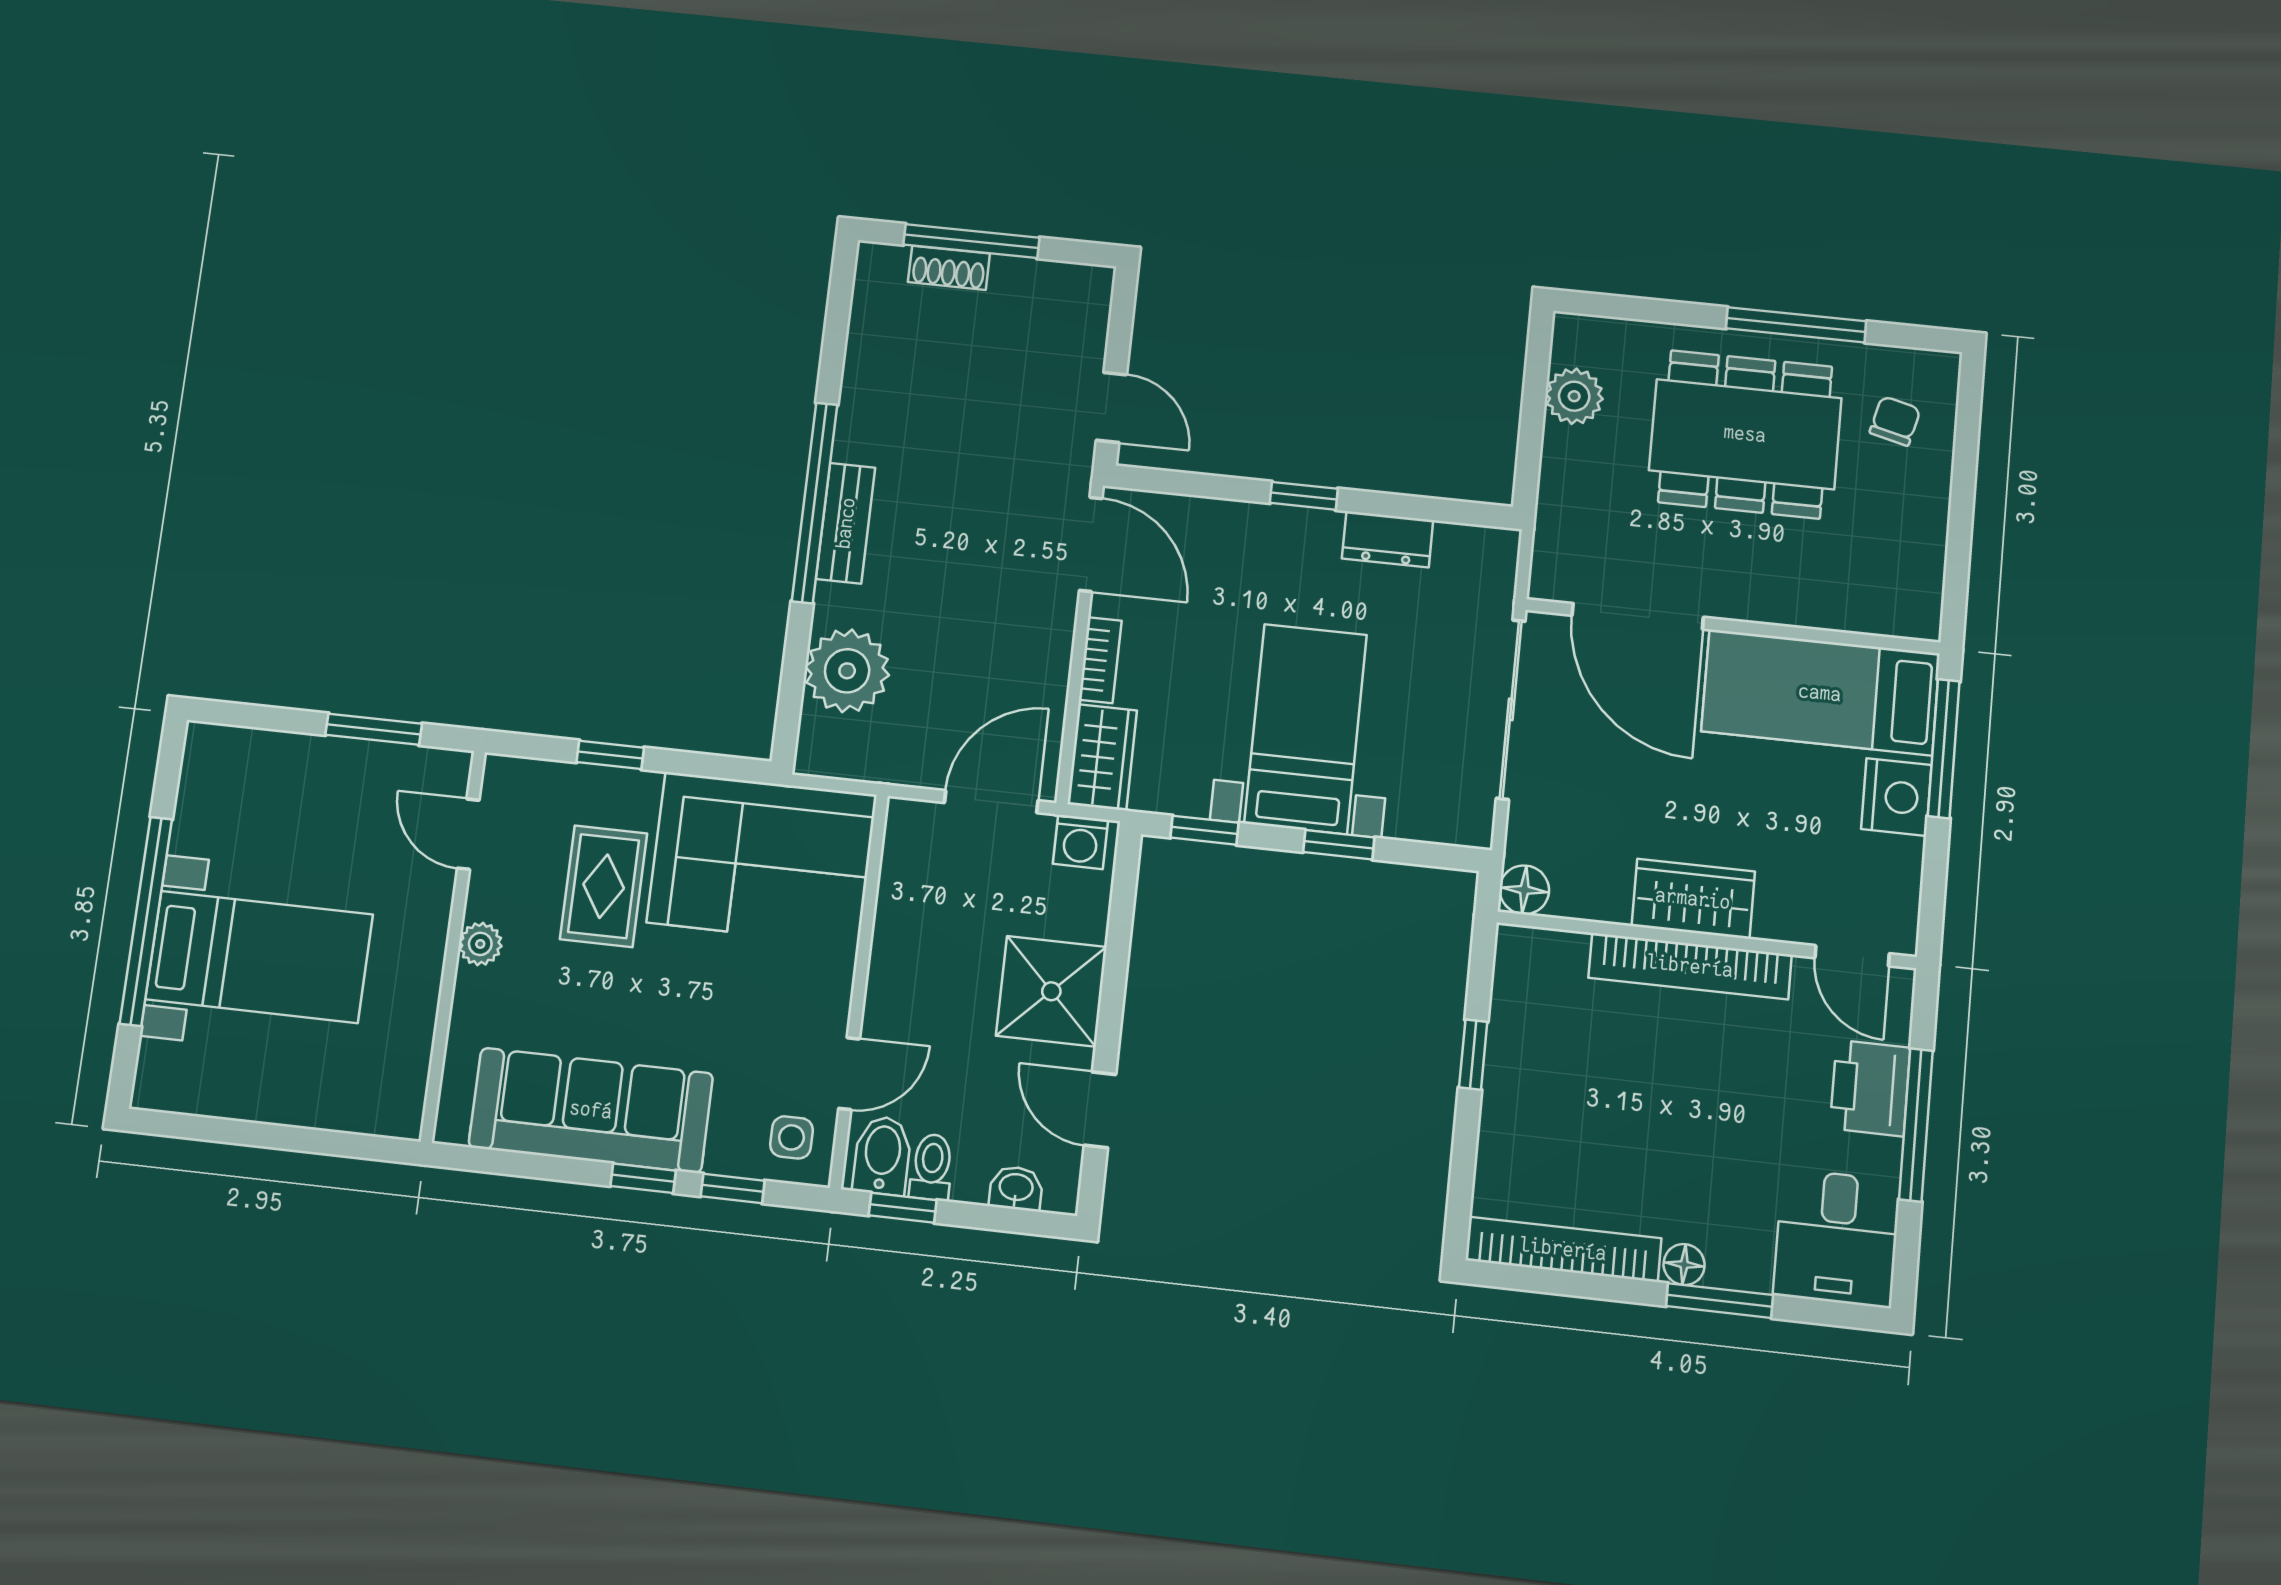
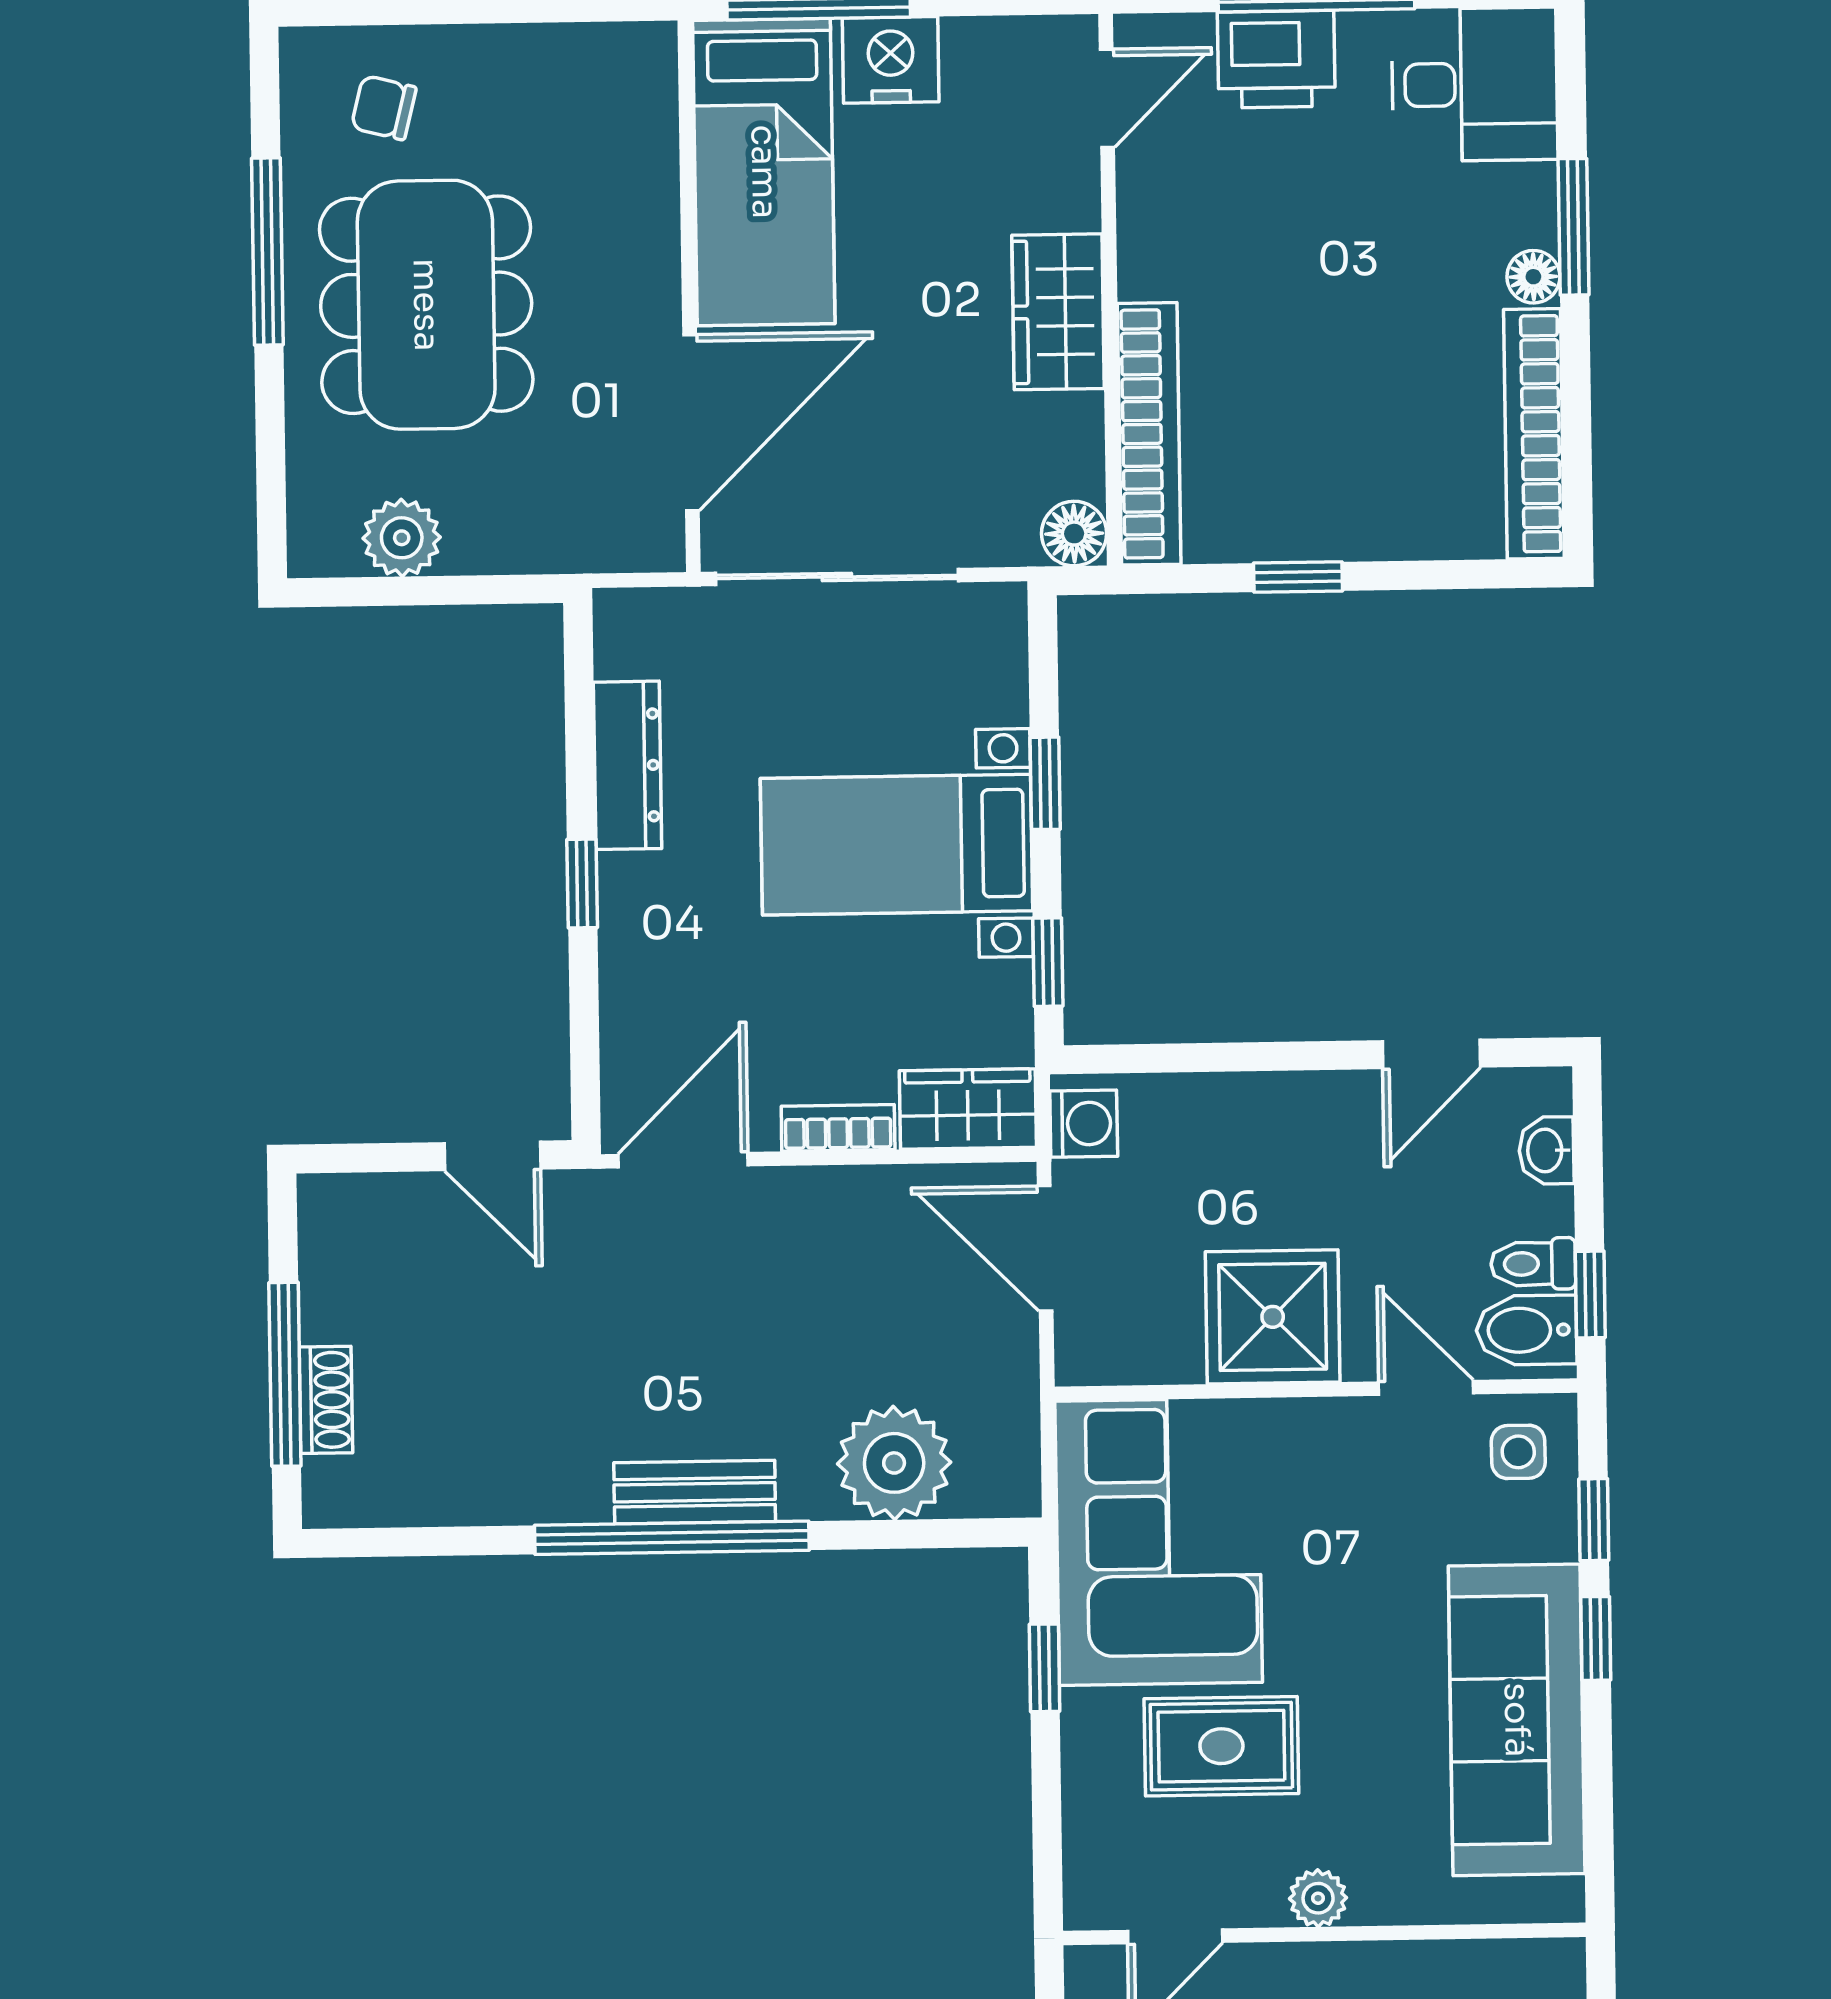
door: (1111, 407) -> (492, 1156), swing flipped
dresser: (1388, 539) -> (628, 765), width x1.44
window: (610, 755) -> (1044, 1668), moved
bookcase: (1690, 966) -> (1149, 434), moved
shower: (1051, 991) -> (1273, 1317), moved

